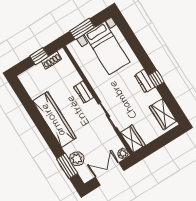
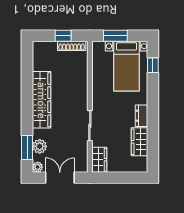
shoe rack: (51, 60) -> (72, 46), width x1.43
window: (156, 79) -> (153, 65), moved
dresser: (84, 92) -> (82, 92), removed
wardrobe: (163, 114) -> (139, 142), moved
plant: (123, 153) -> (38, 167), moved

